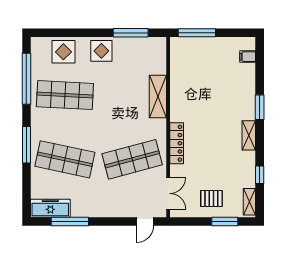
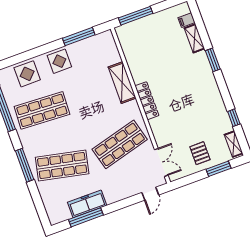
shelving: (249, 135) -> (194, 38), moved
locker: (177, 143) -> (147, 101), moved
pallet: (211, 198) -> (200, 153), turned 90
freezer: (50, 208) -> (87, 204), moved

